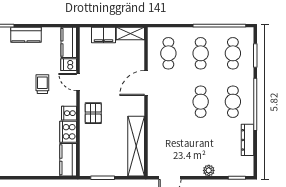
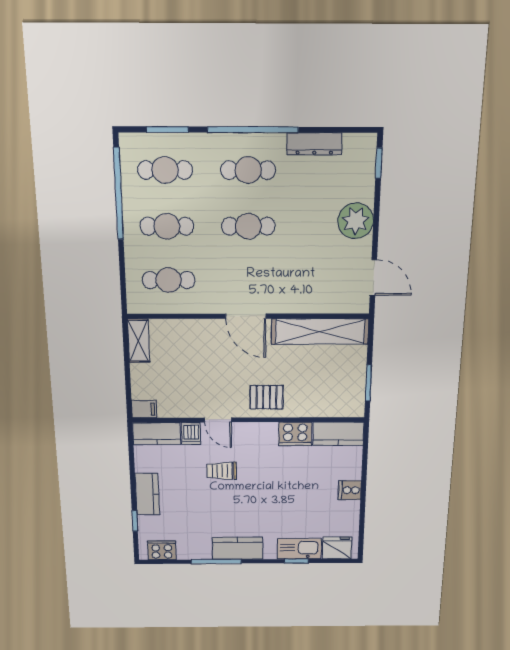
filing cabinet: (104, 35) -> (144, 409), moved, width x0.50
door: (78, 82) -> (218, 420), hinge flipped
door: (146, 83) -> (246, 316), moved
cooker: (69, 113) -> (350, 490), moved, turned 90
plant: (209, 170) -> (356, 221), width x1.87, depth x1.87

